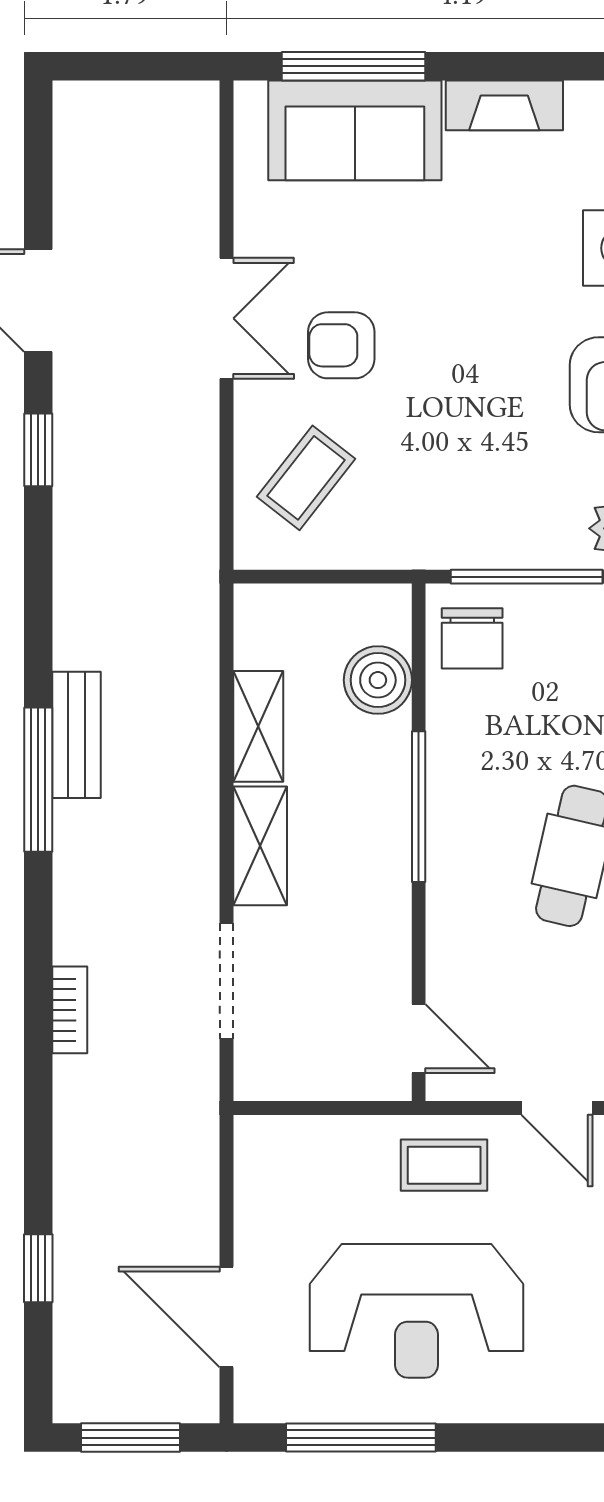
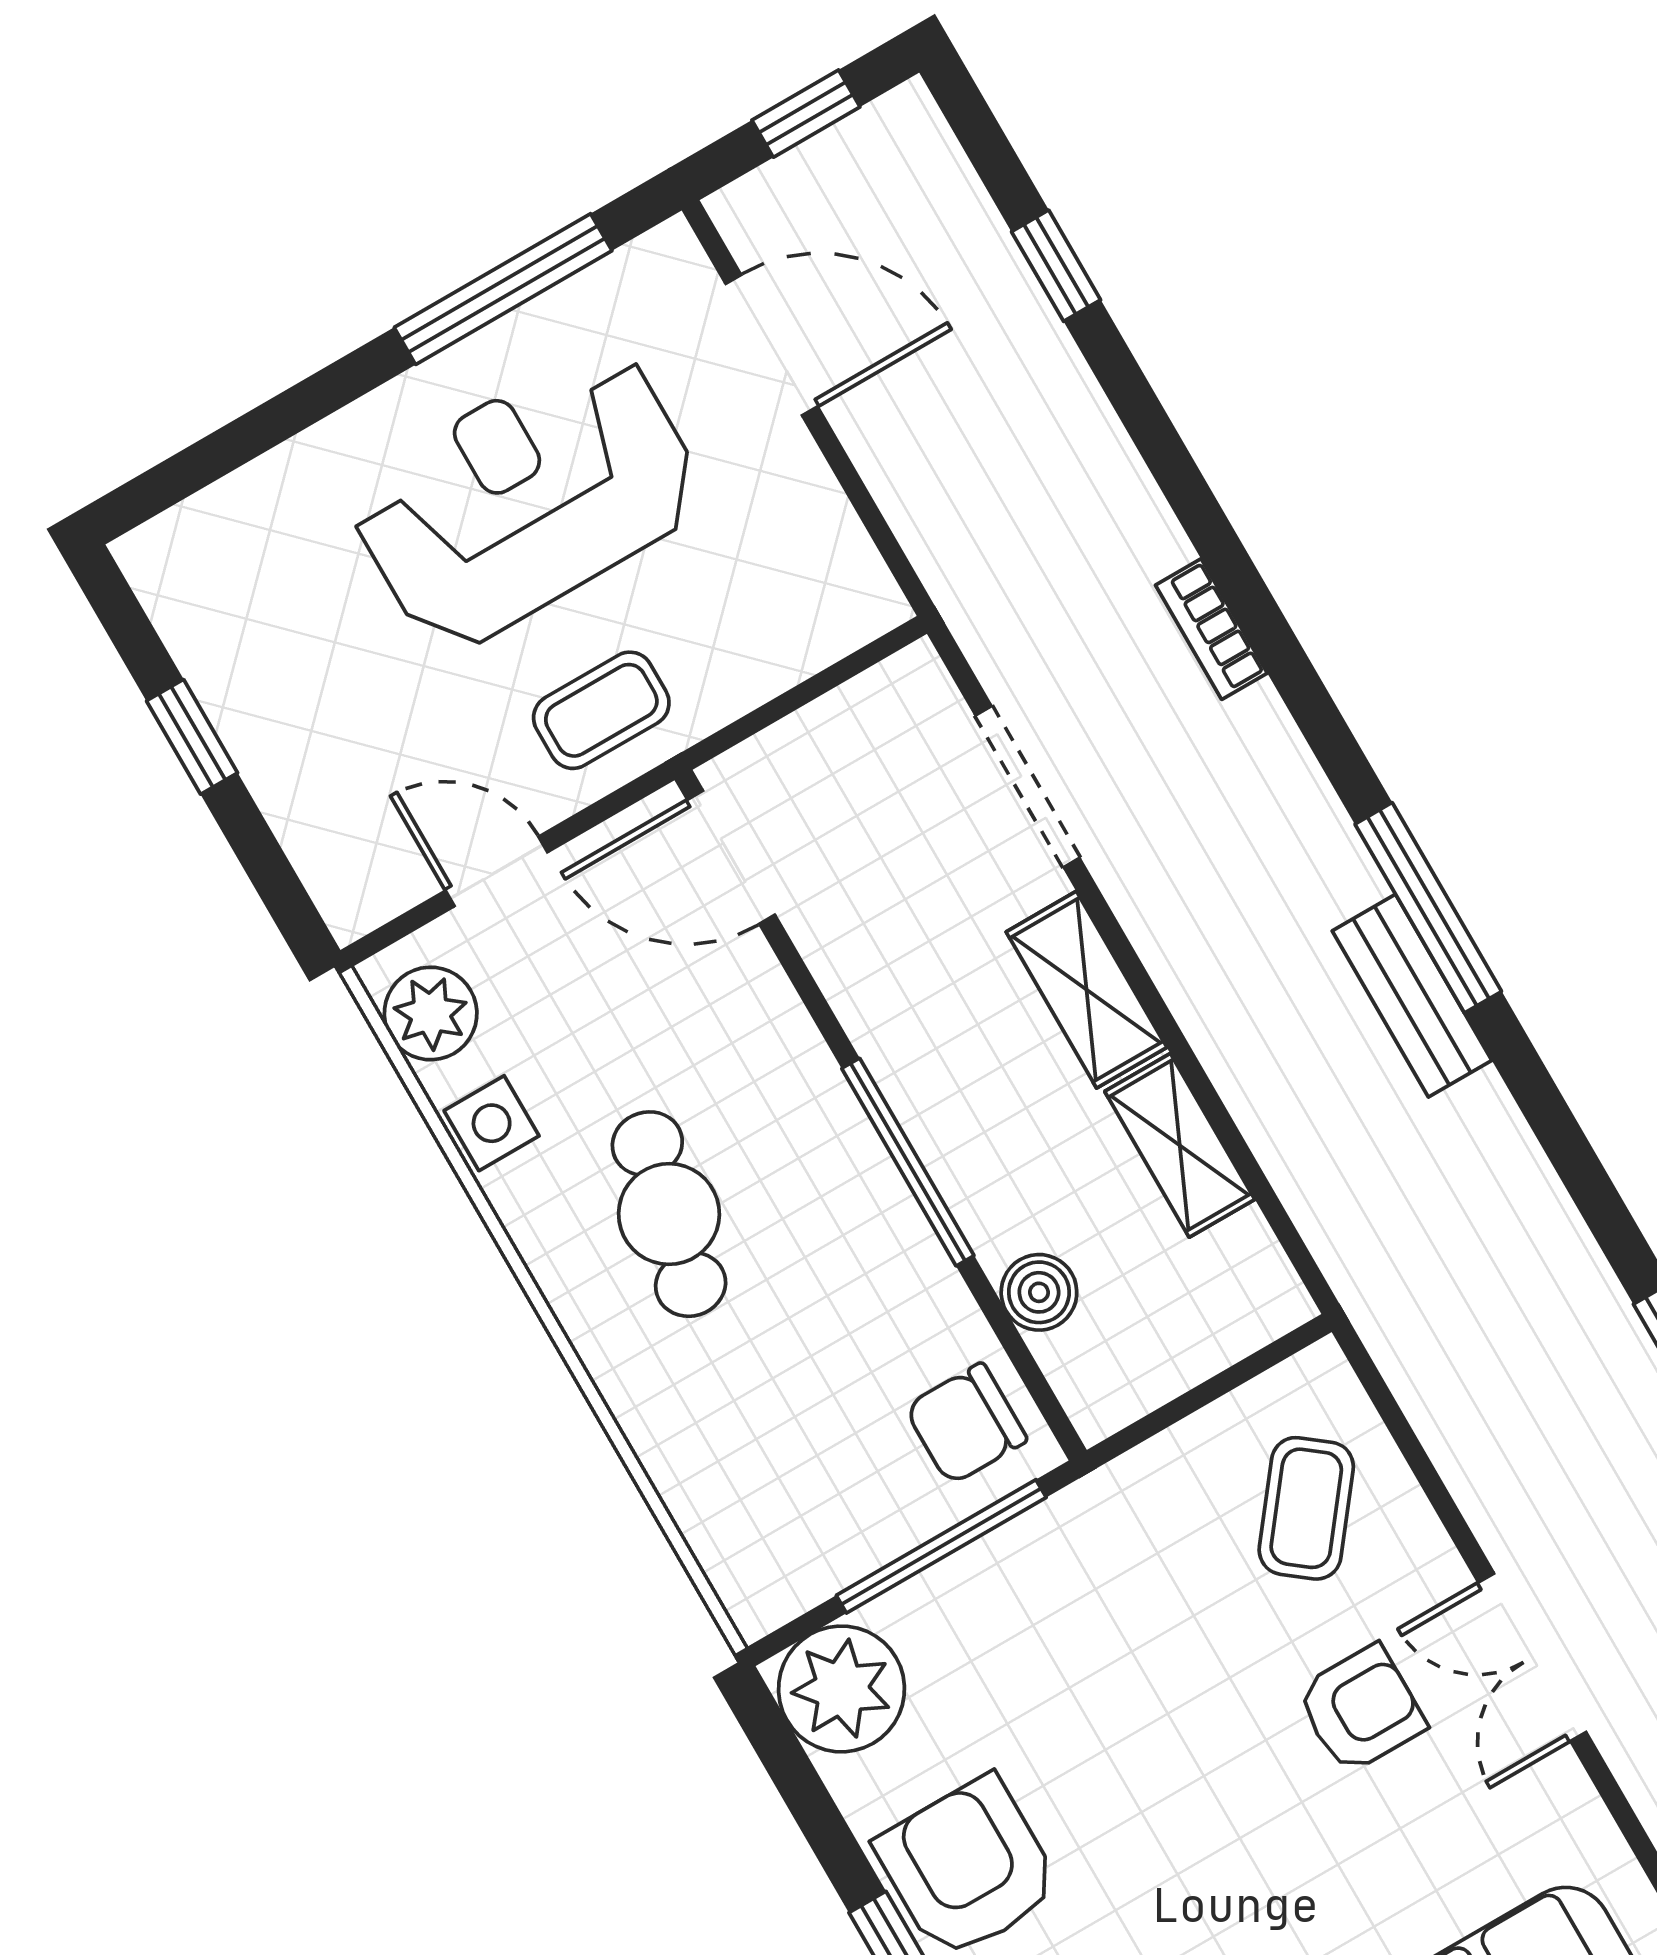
chair: (472, 638) -> (966, 1424), turned -90
boiler: (378, 680) -> (1039, 1292), width x0.73, depth x0.73
door: (419, 1039) -> (731, 857), width x1.37
window: (130, 1438) -> (806, 114), width x0.67

